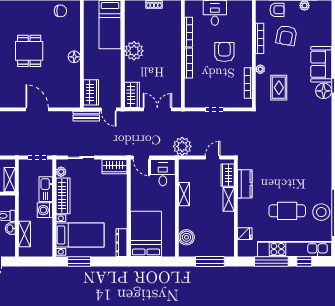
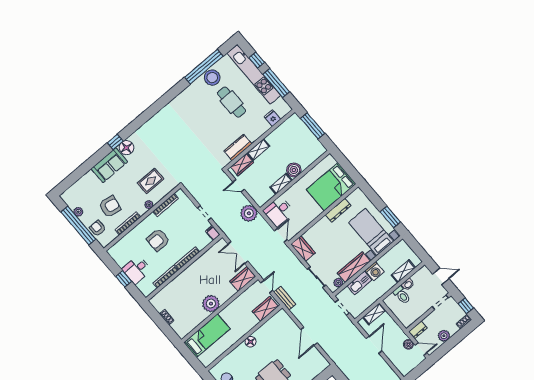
filing cabinet: (192, 102) -> (213, 233), added
boiler: (186, 237) -> (294, 170), moved
dresser: (122, 243) -> (338, 210), moved

